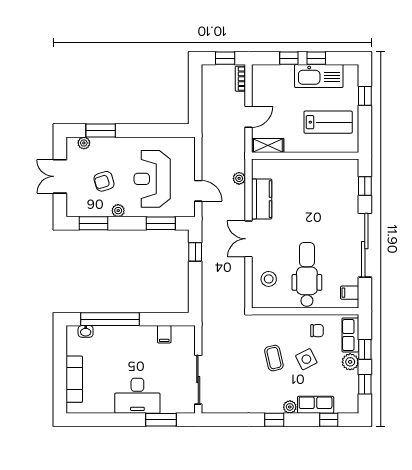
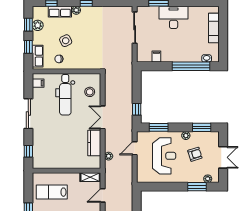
door: (198, 191) -> (135, 148), hinge flipped
double door: (249, 239) -> (103, 117), swing flipped
sliding door: (365, 245) -> (28, 114), width x0.73
coffee table: (274, 358) -> (86, 41), removed
plant: (350, 362) -> (38, 25), moved

